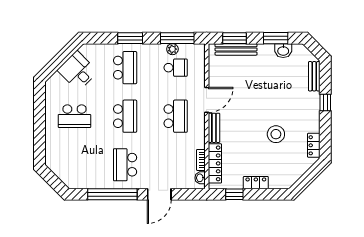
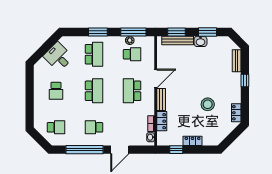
washbasin: (283, 51) -> (201, 41), moved
school desk: (74, 116) -> (56, 91), width x0.54
school desk: (176, 116) -> (132, 91), turned 180
locker: (215, 163) -> (162, 121), width x0.66
school desk: (74, 165) -> (56, 127), added
school desk: (125, 165) -> (94, 127), width x0.54

